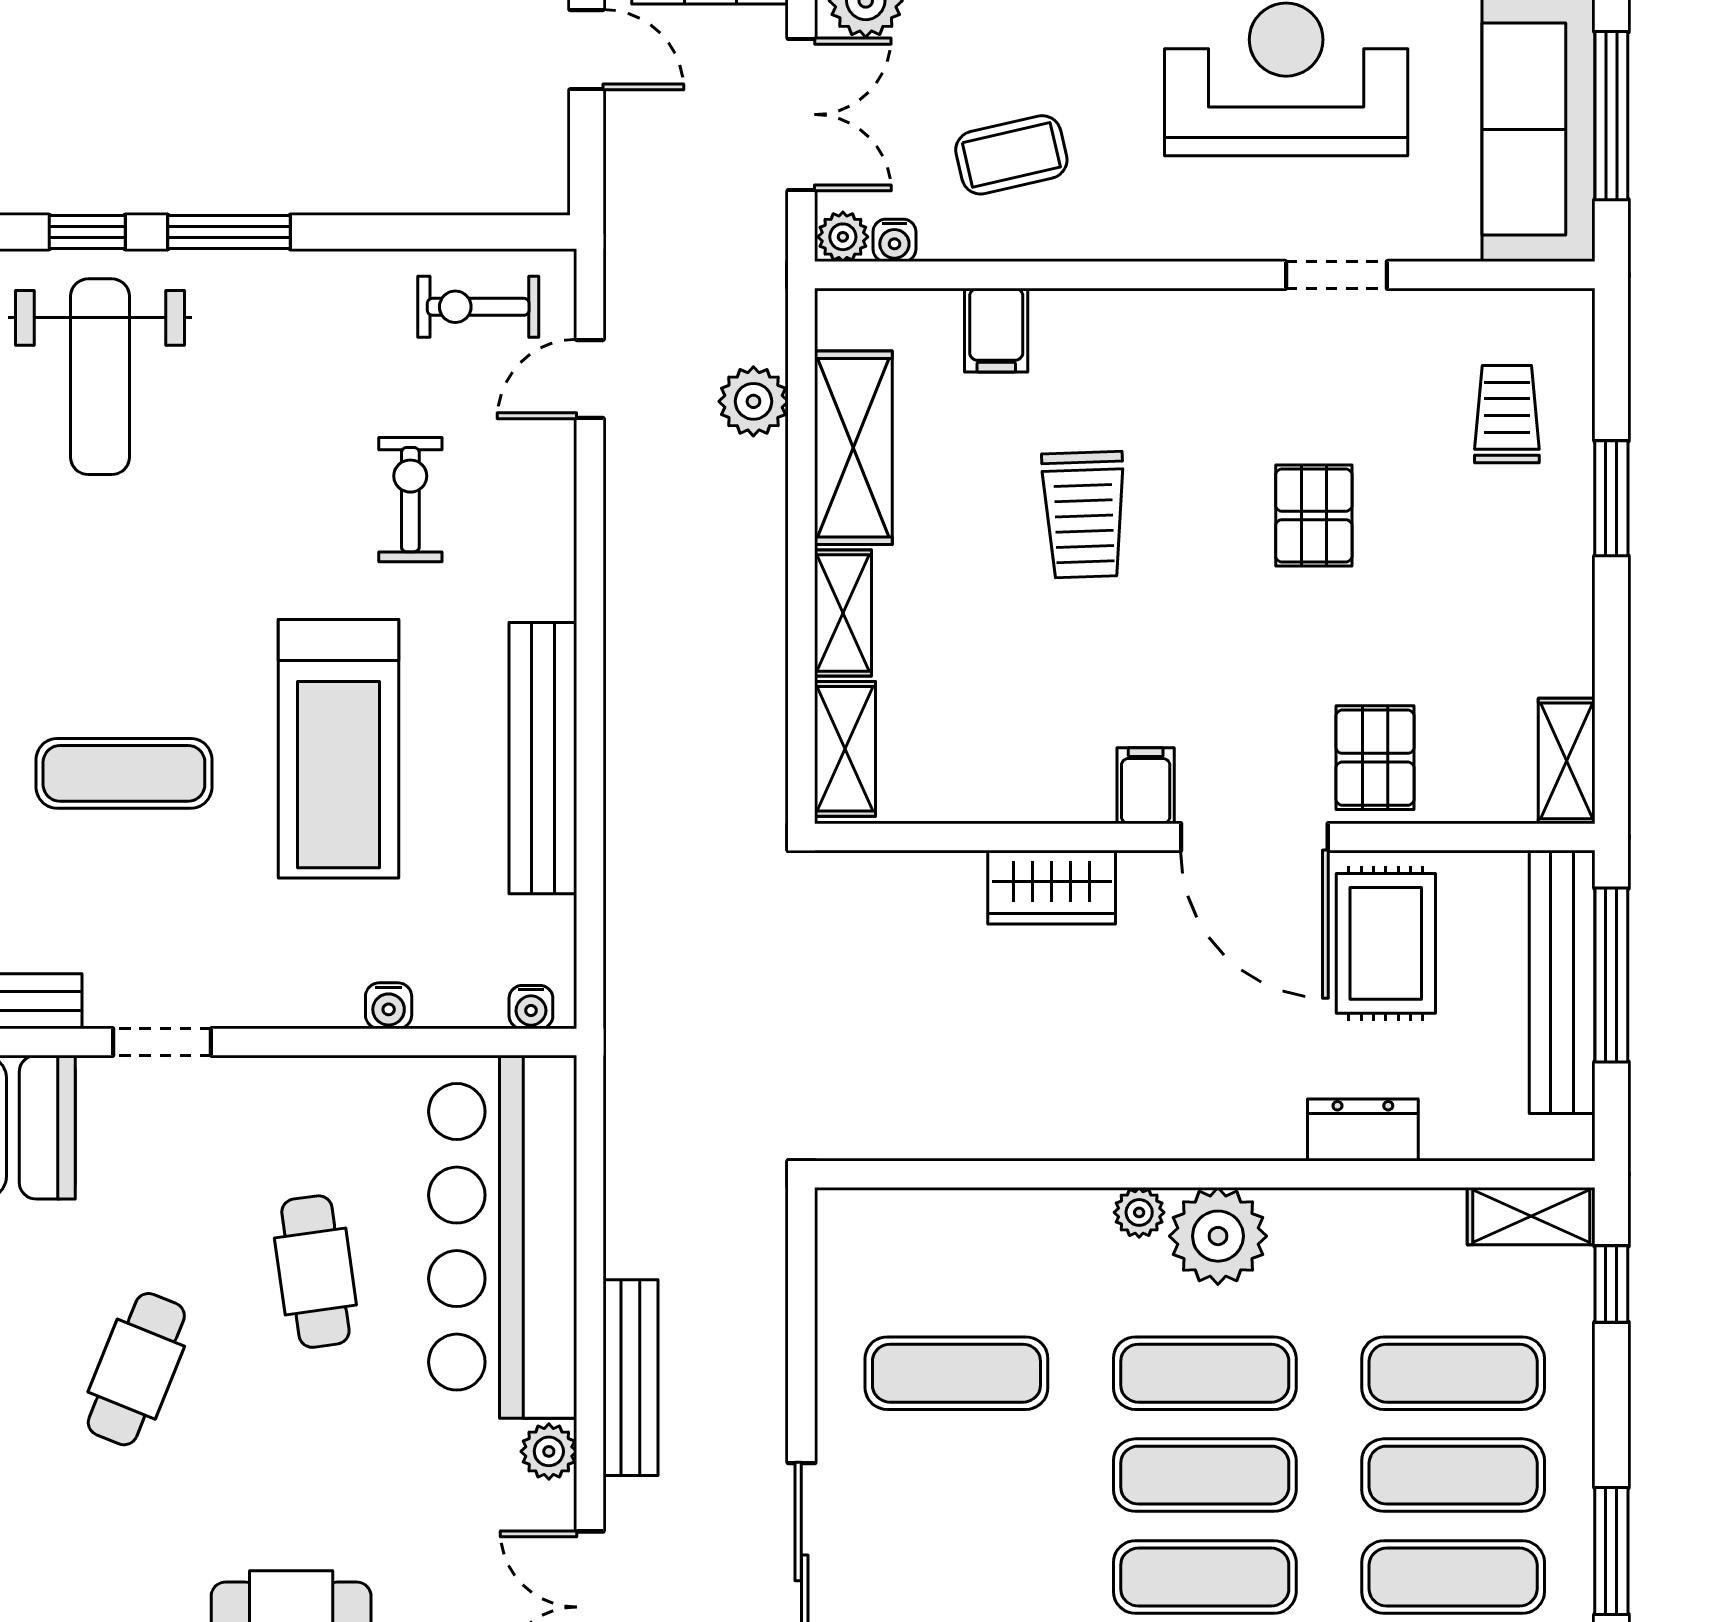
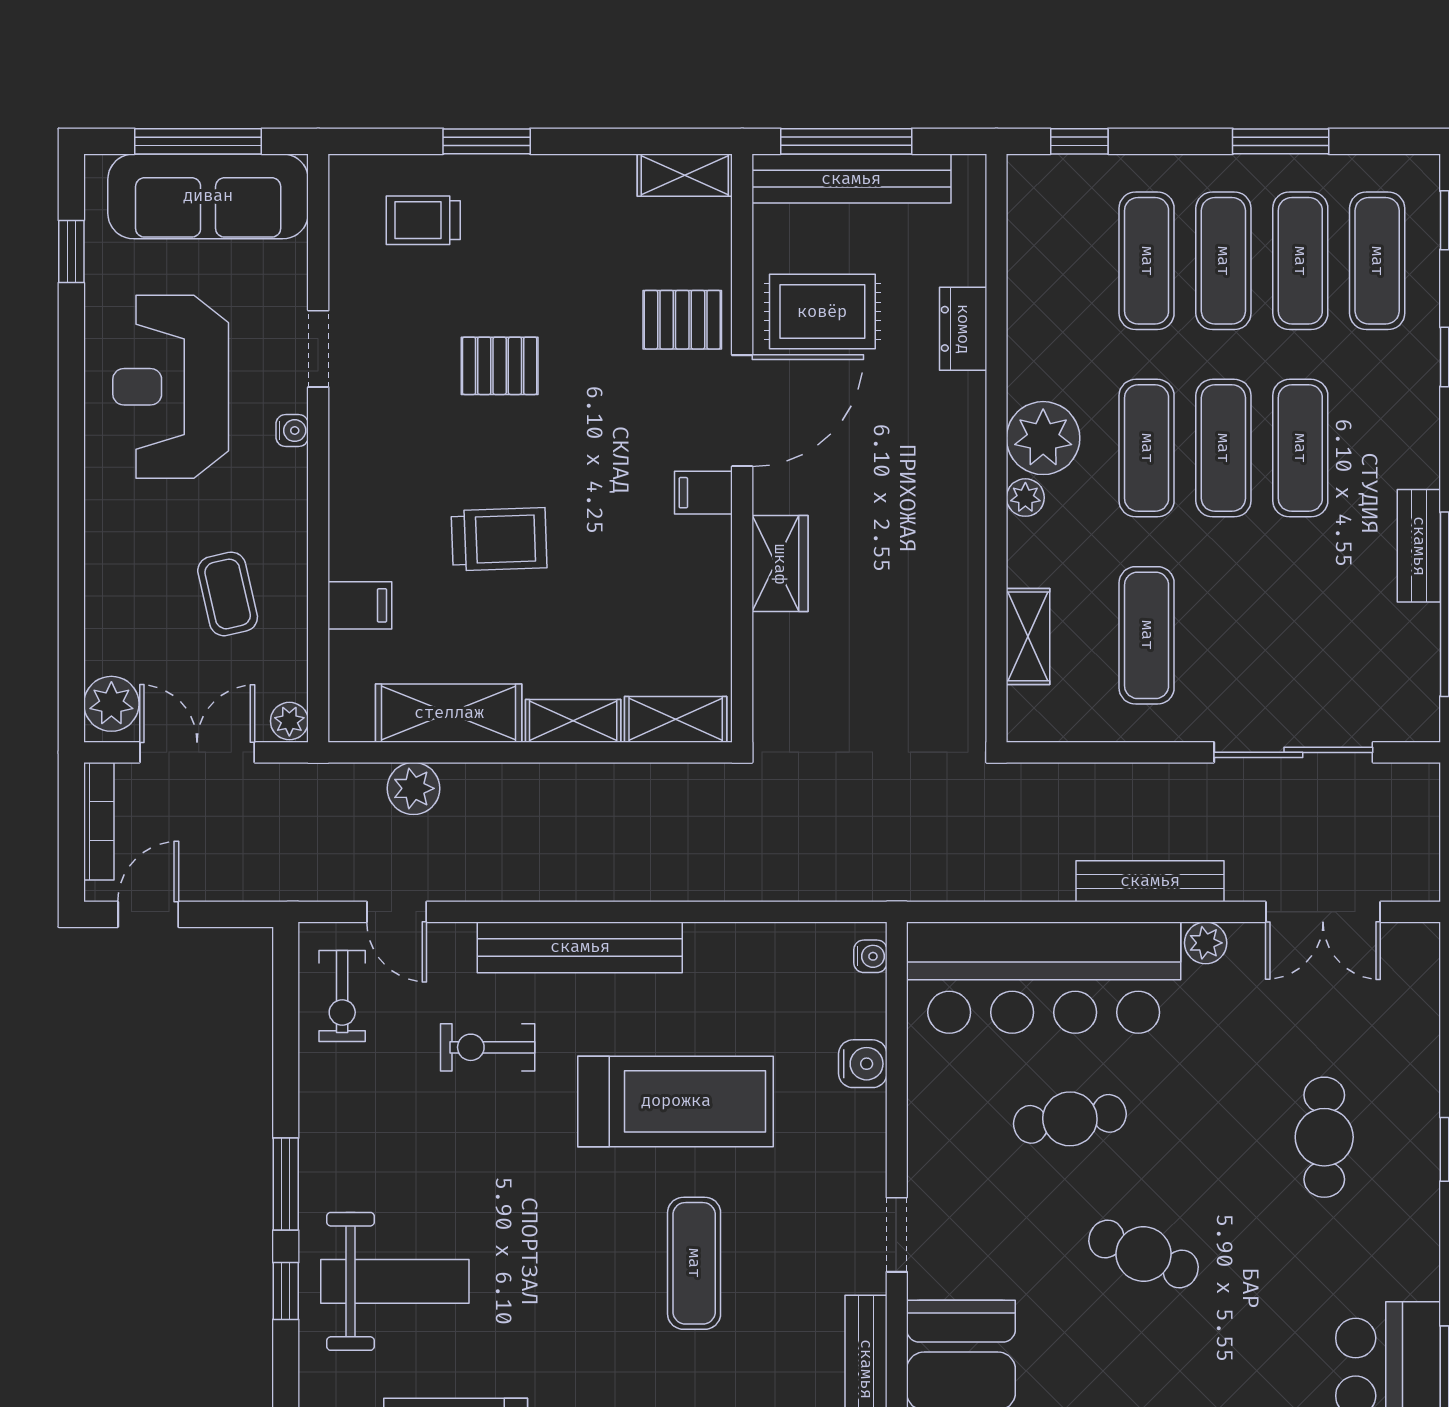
water cooler: (894, 240) -> (292, 431), moved
bench: (543, 758) -> (580, 947), moved
water cooler: (389, 1006) -> (863, 1064), width x1.38, depth x1.38
shelving: (1531, 1216) -> (1028, 636), moved

